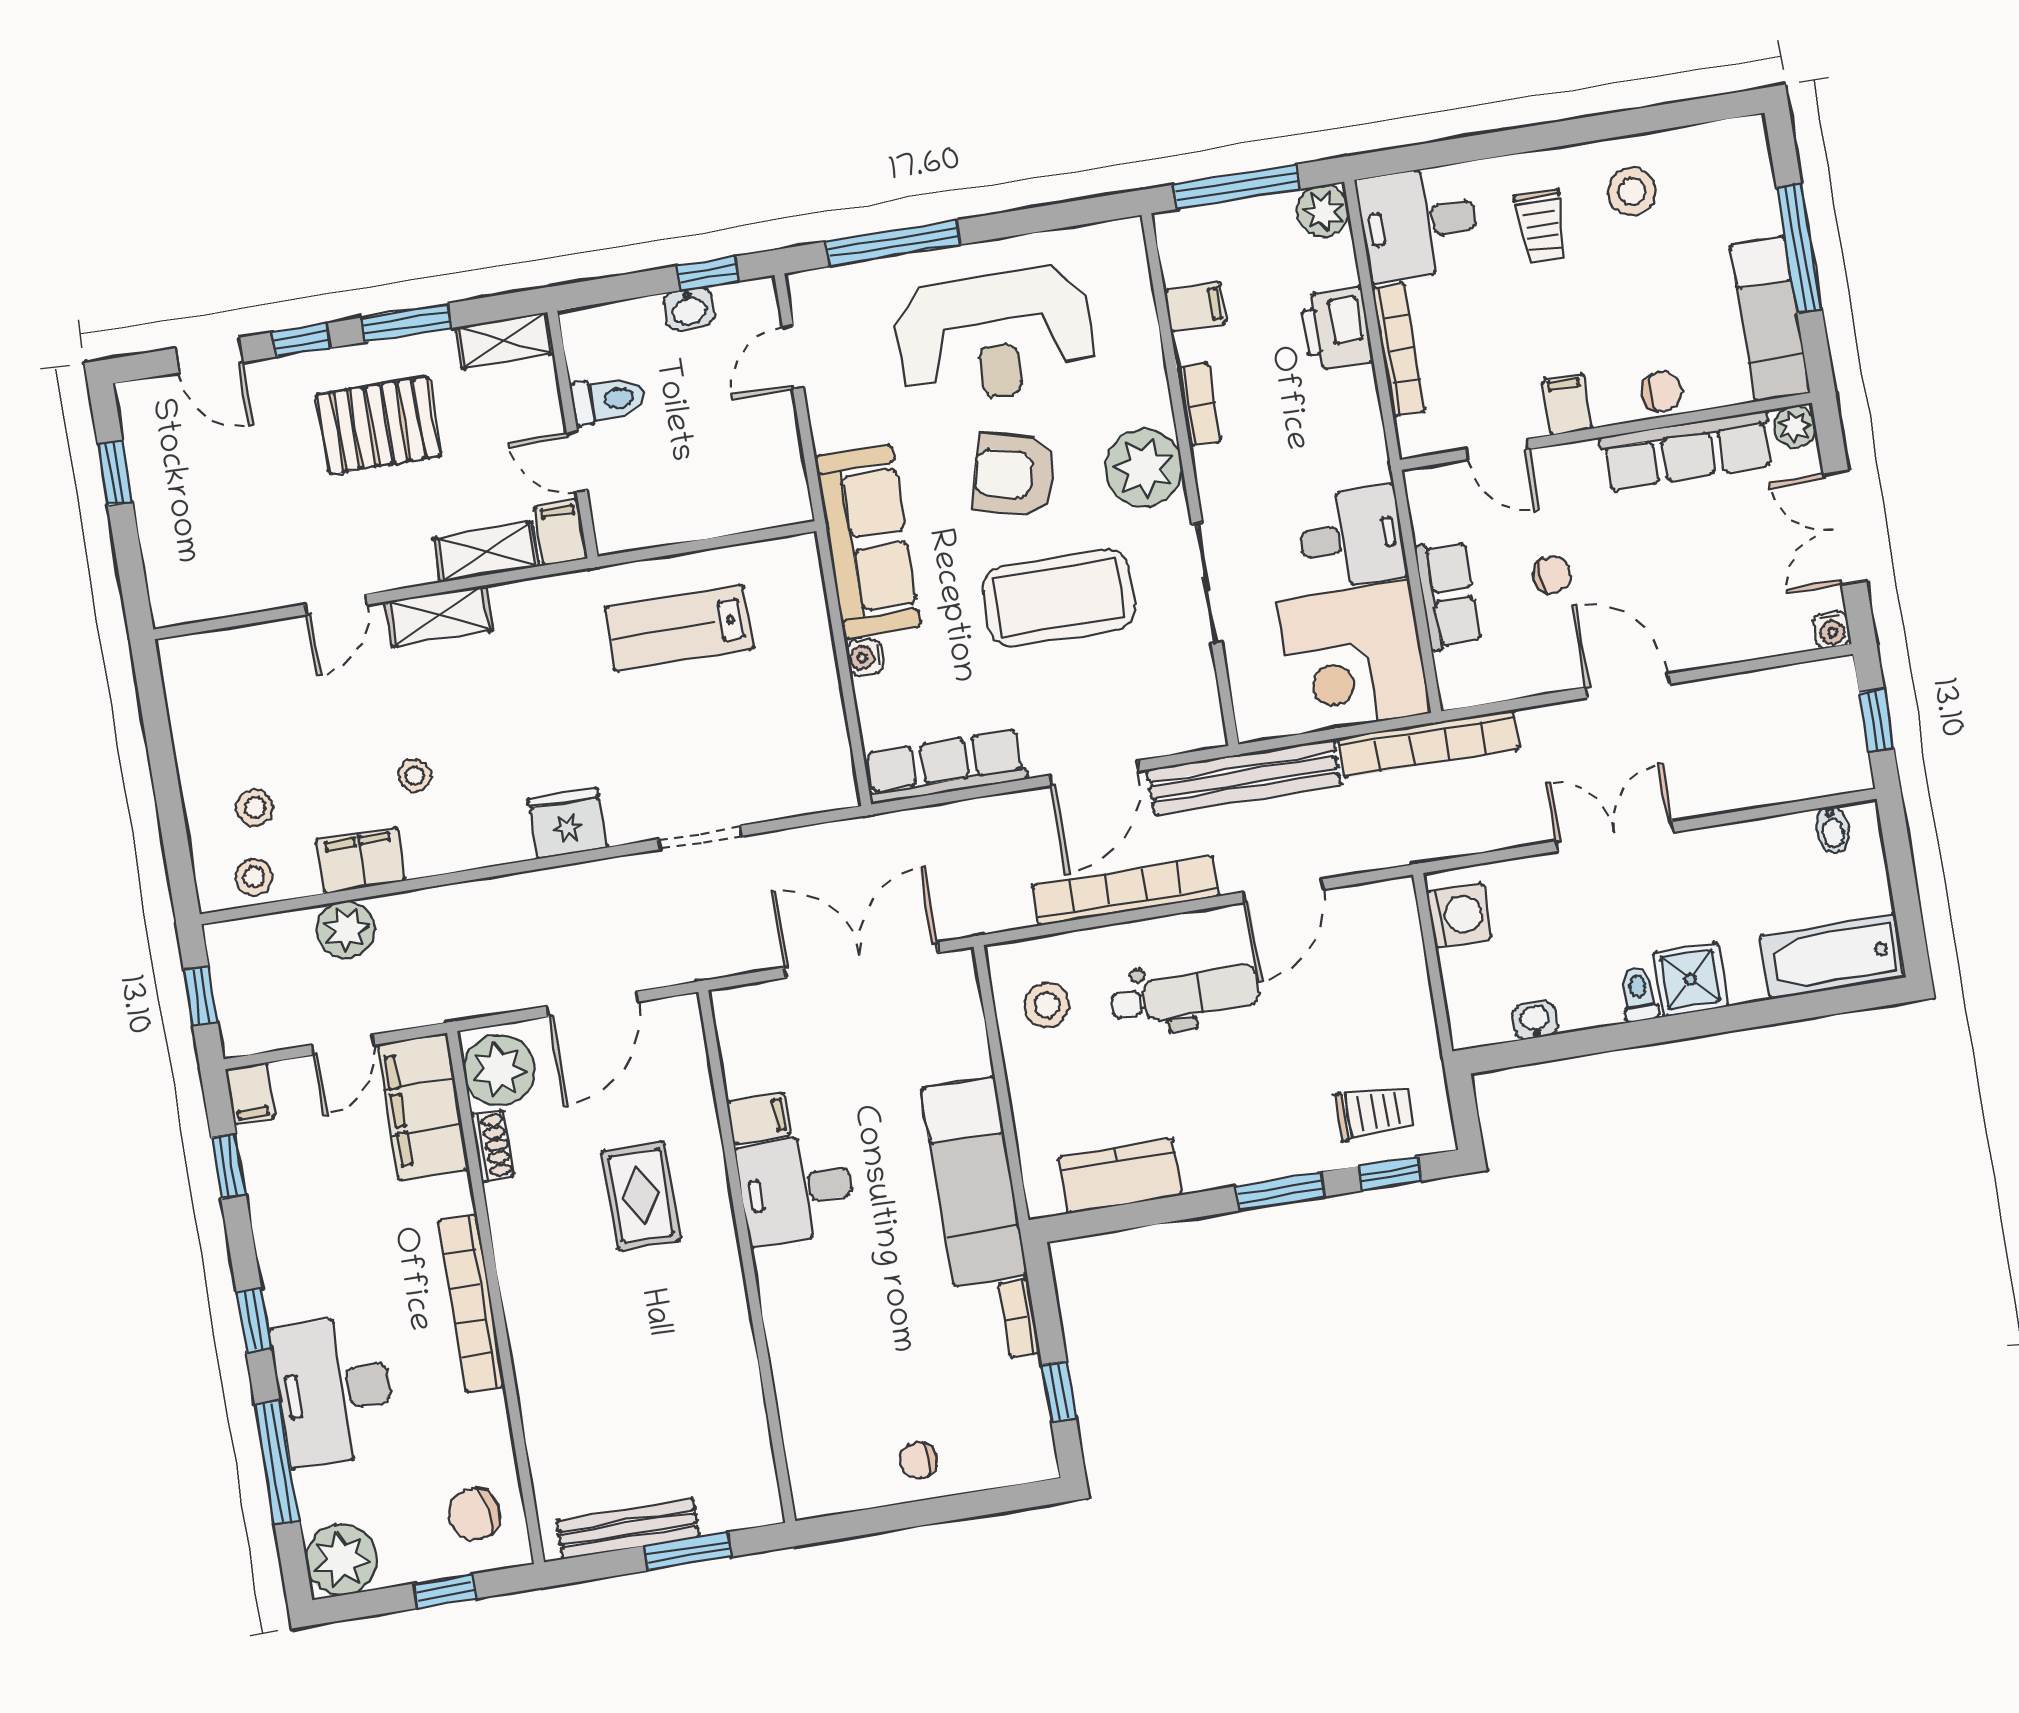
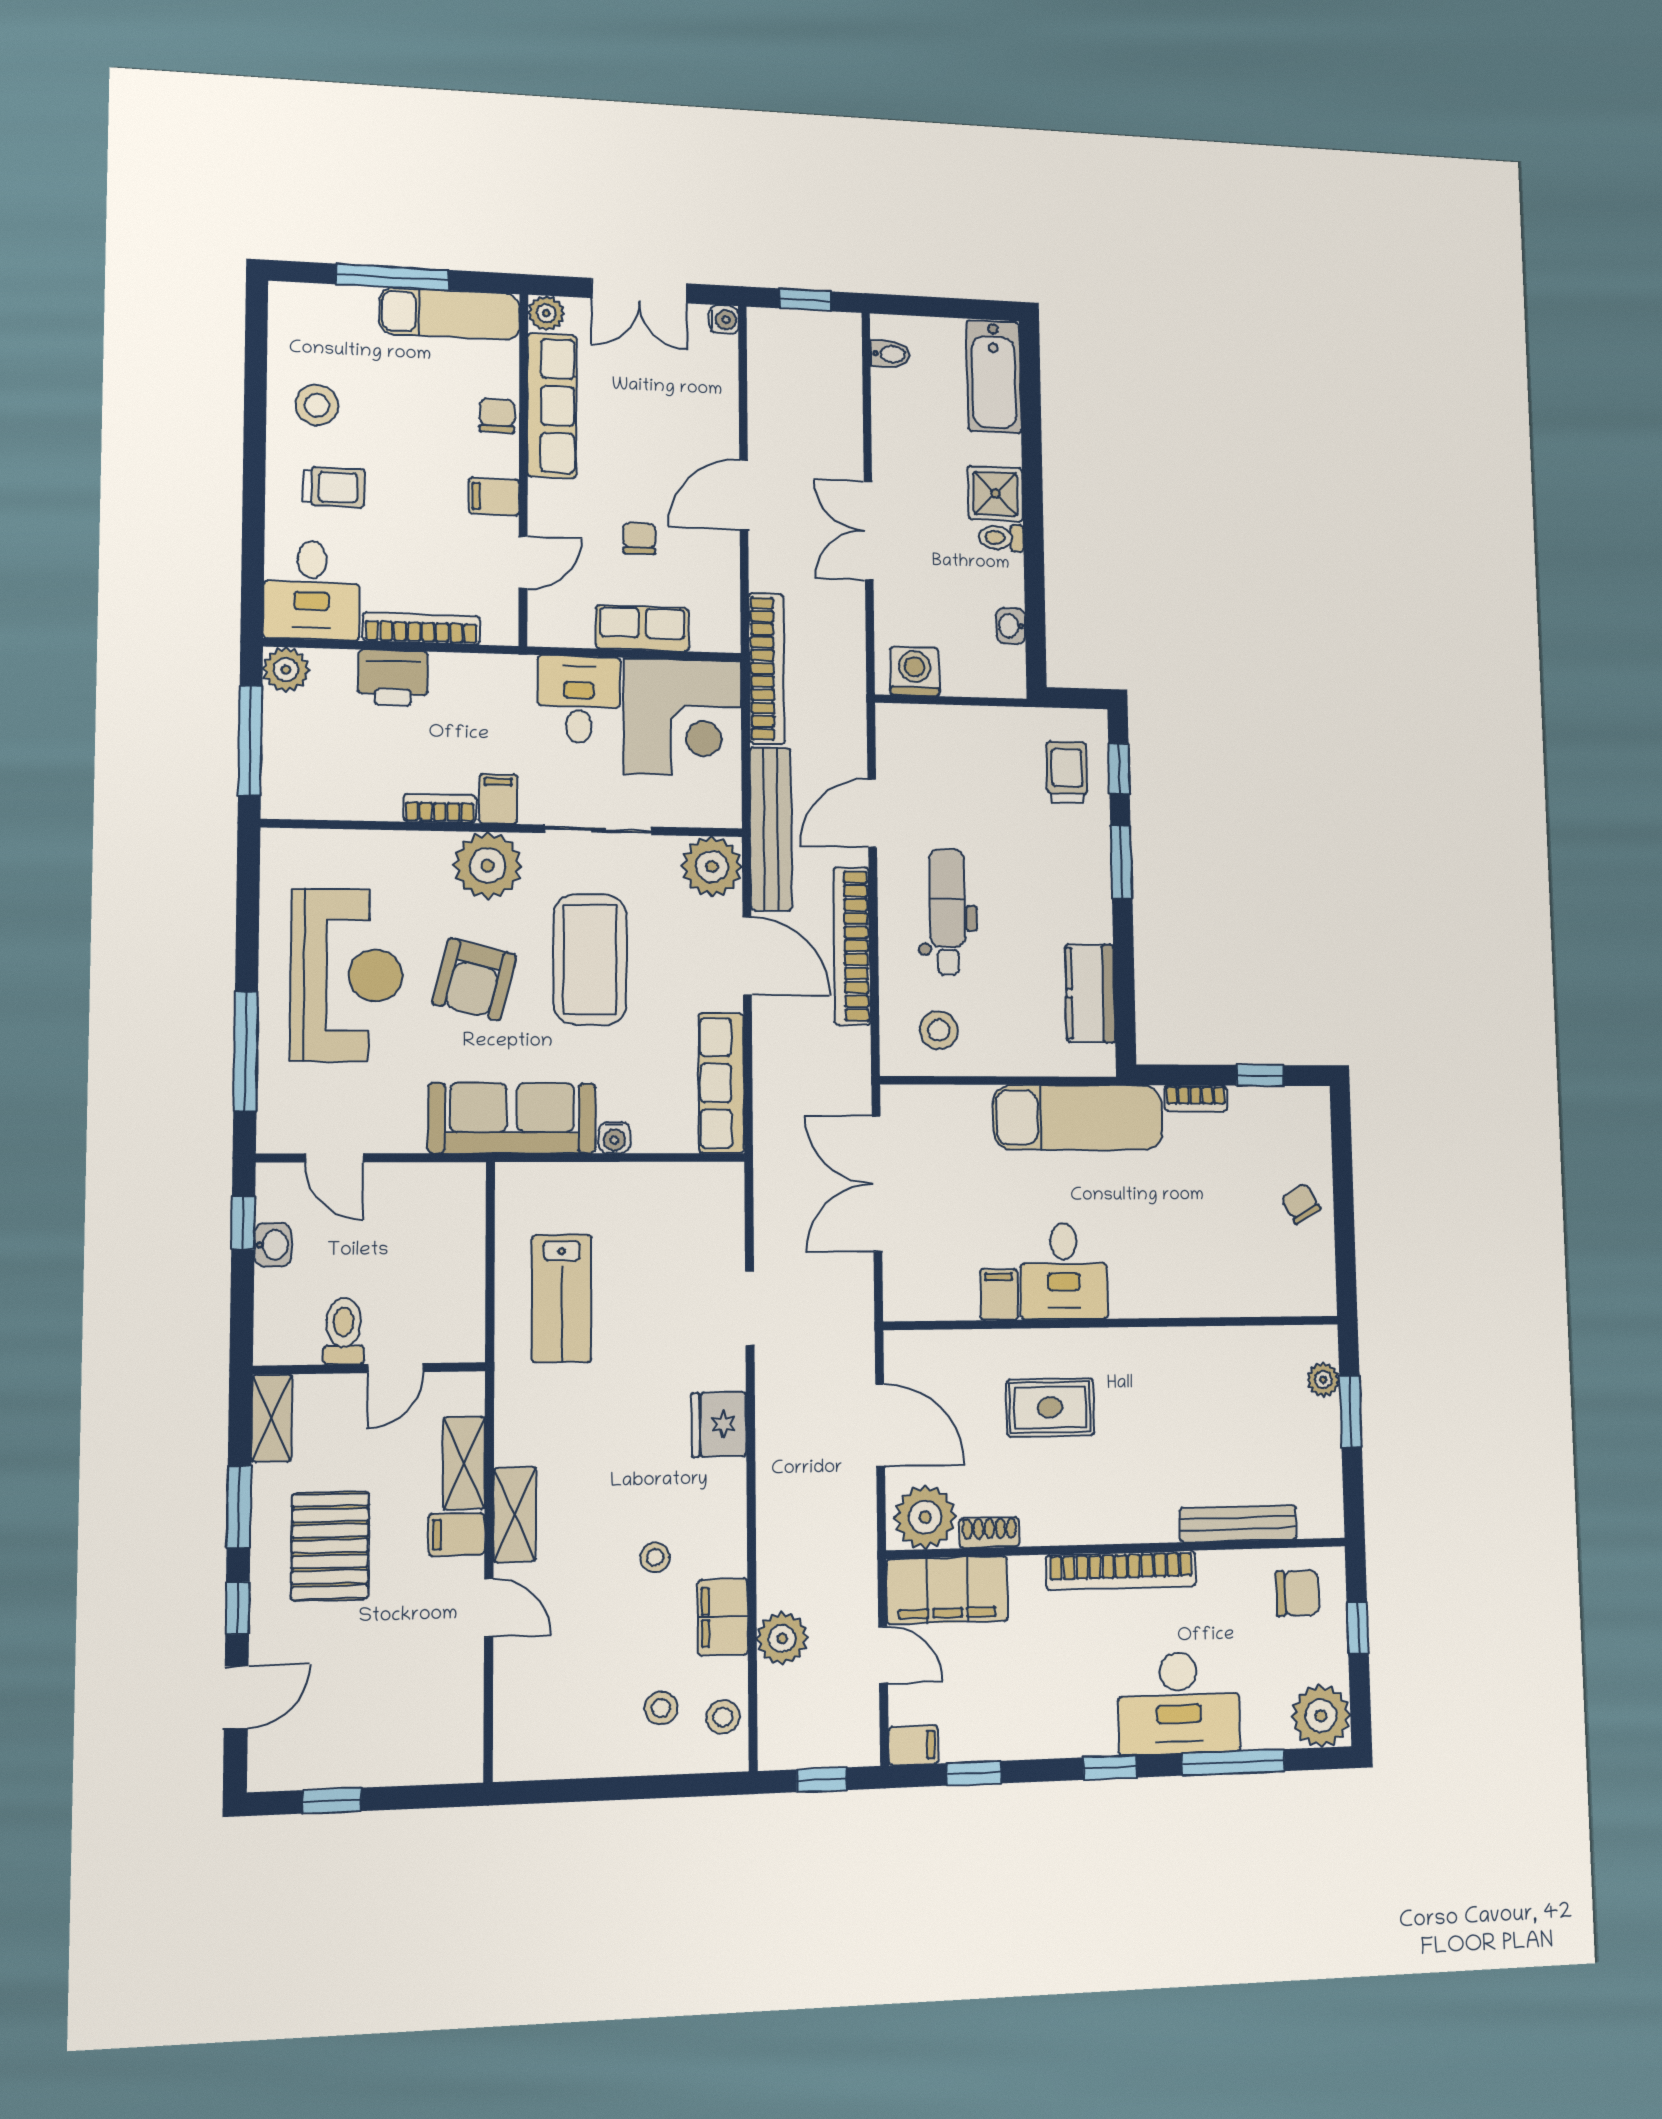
filing cabinet: (1195, 307) -> (498, 799), moved
filing cabinet: (561, 532) -> (457, 1534), moved
plant: (1188, 717) -> (712, 866), added
door: (1283, 891) -> (872, 813), swing flipped
chair: (918, 1460) -> (1301, 1203), turned 150
chair: (474, 1514) -> (1298, 1593), turned -79
plant: (720, 1514) -> (1323, 1380), added
bench: (628, 1529) -> (1238, 1523), moved, turned 90

